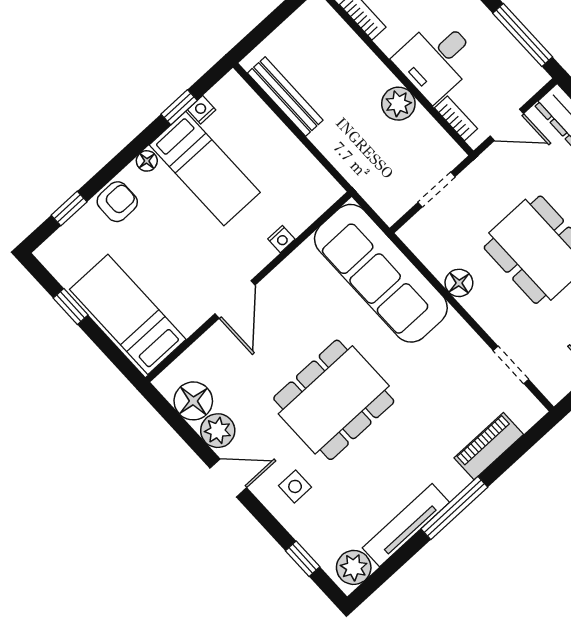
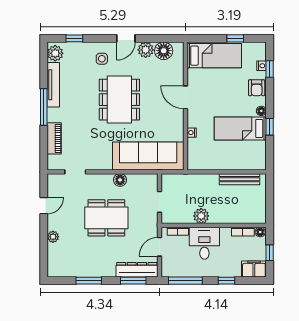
window: (179, 107) -> (270, 127), moved
nightstand: (202, 110) -> (262, 66), moved

